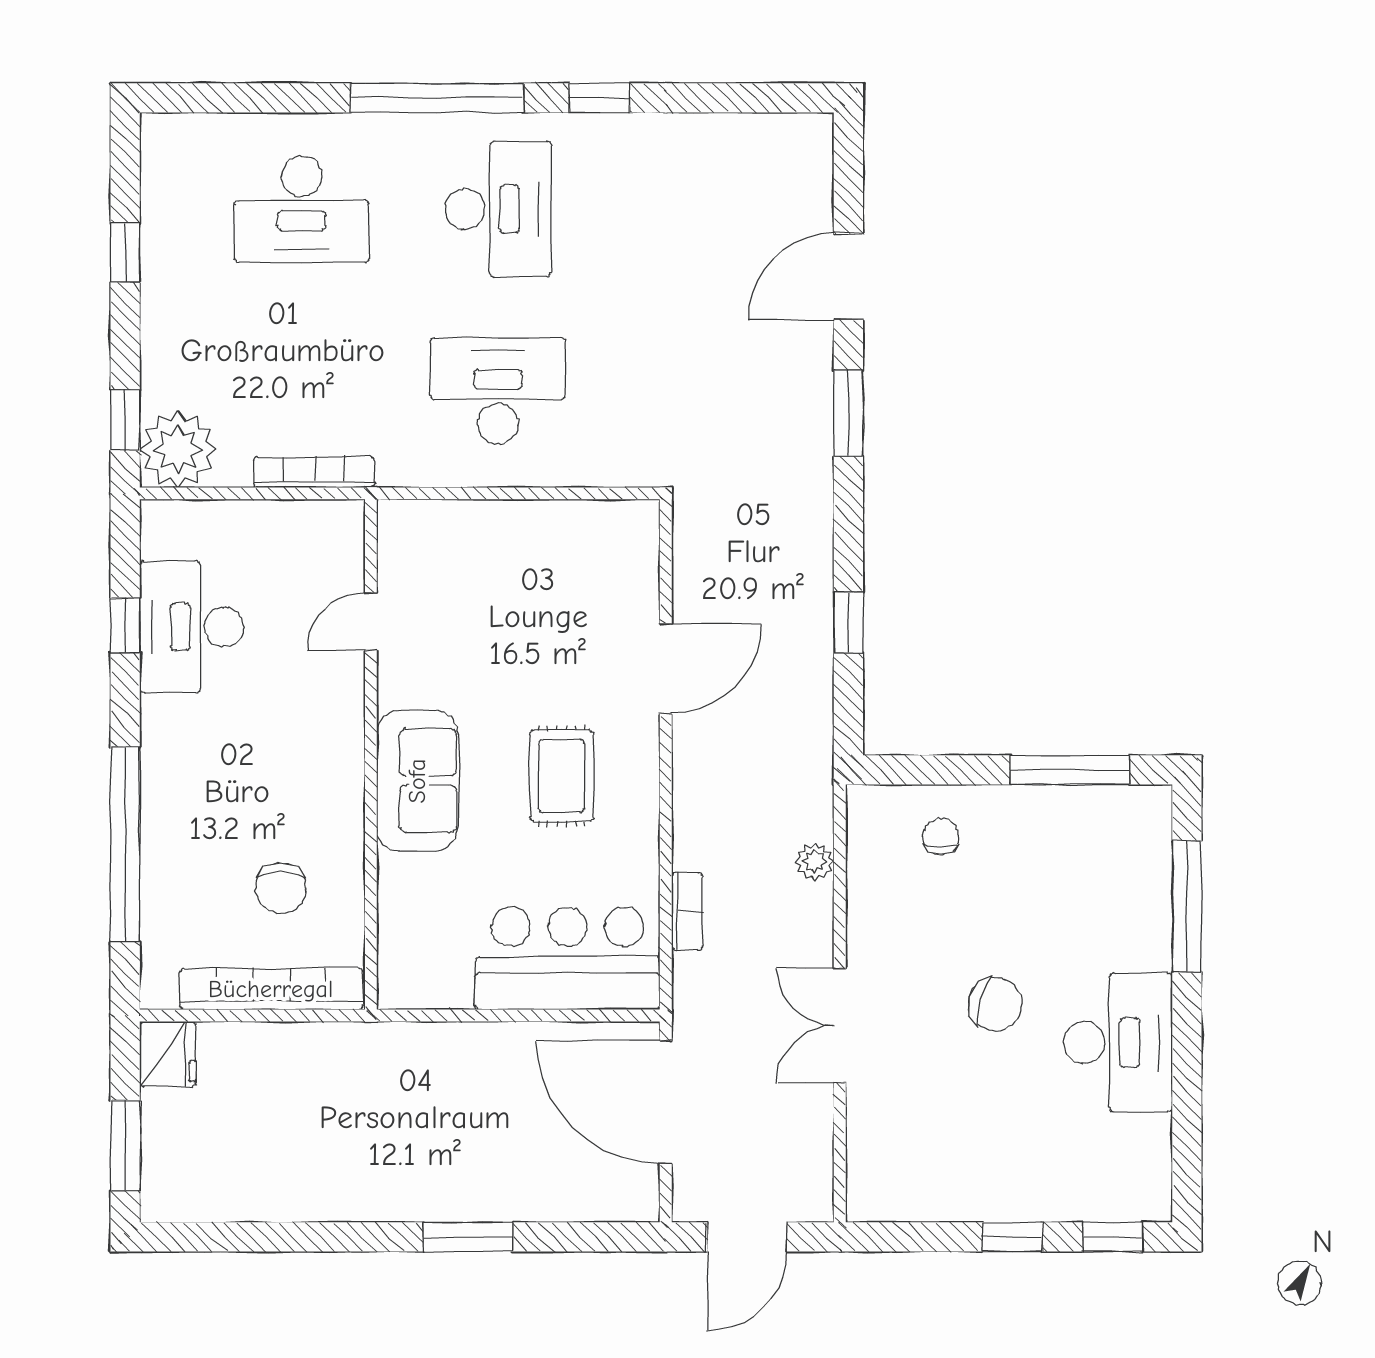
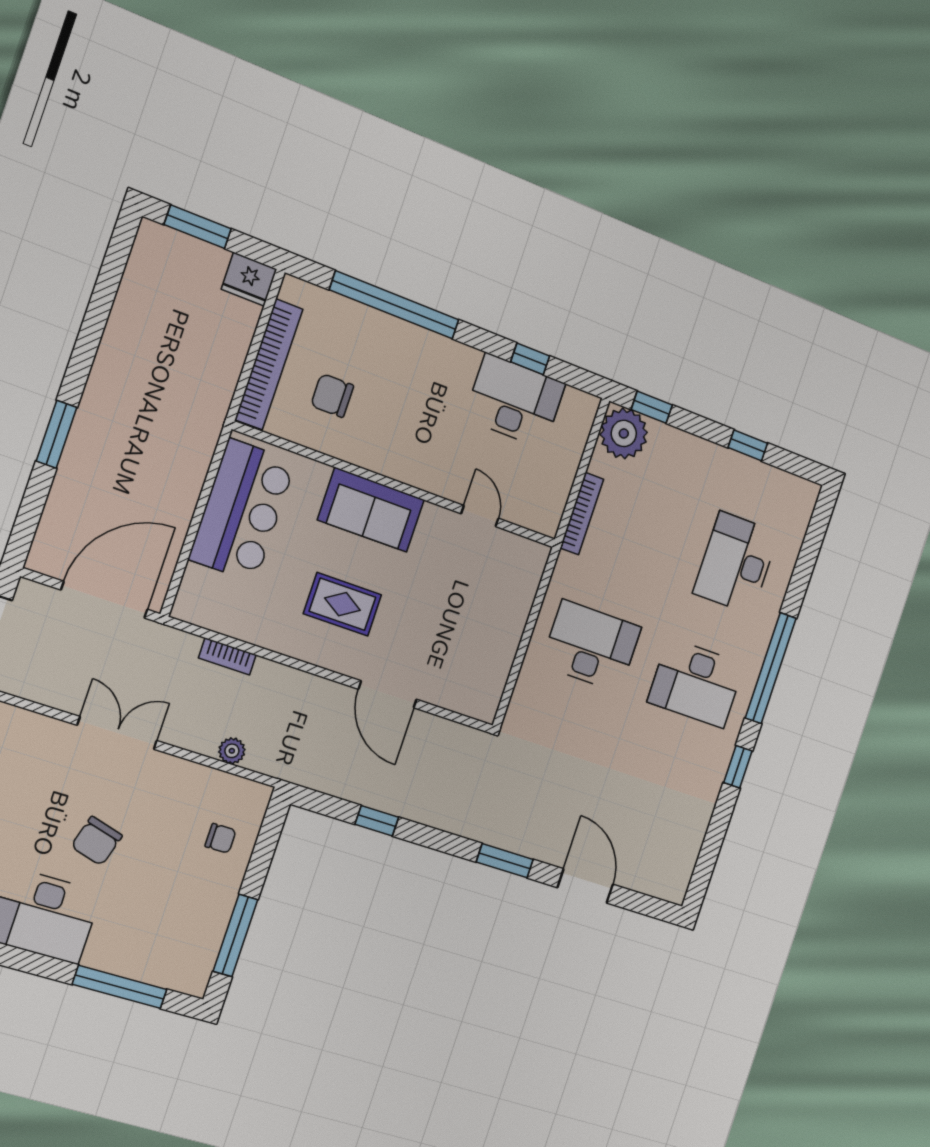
desk: (498, 391) -> (591, 646), turned -90
bar counter: (568, 958) -> (242, 510), moved

